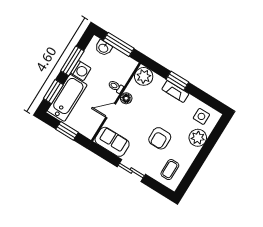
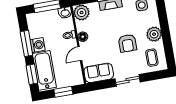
washbasin: (103, 48) -> (65, 13), moved
plant: (198, 138) -> (154, 34), moved

